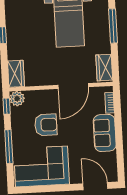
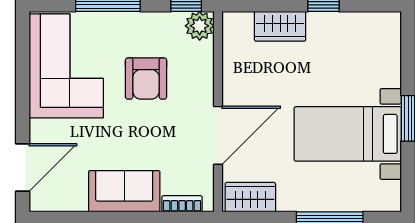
wardrobe: (16, 74) -> (280, 26), moved
door: (73, 86) -> (218, 135), swing flipped

